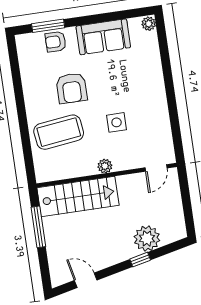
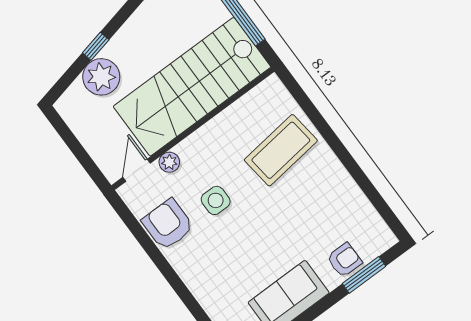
armchair: (72, 88) -> (168, 224), moved
plant: (105, 166) -> (169, 162), moved
stairs: (78, 196) -> (192, 87), width x1.36, depth x1.51

